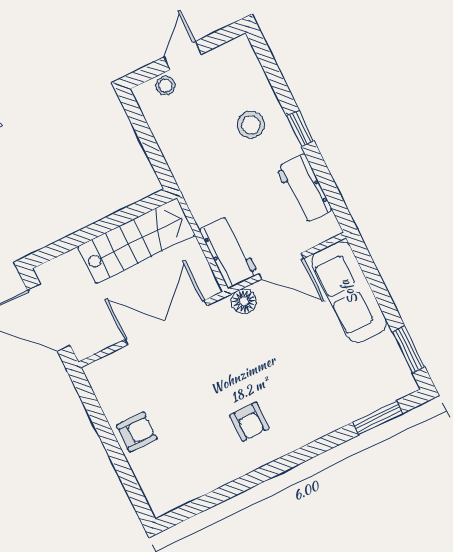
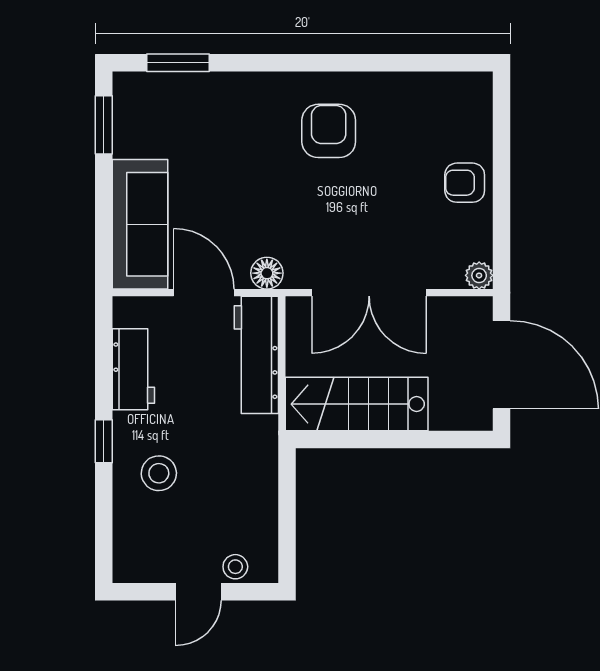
workbench: (229, 252) -> (256, 355), width x1.38
plant: (95, 372) -> (479, 275), added
armchair: (249, 422) -> (329, 131), width x1.38, depth x1.38

